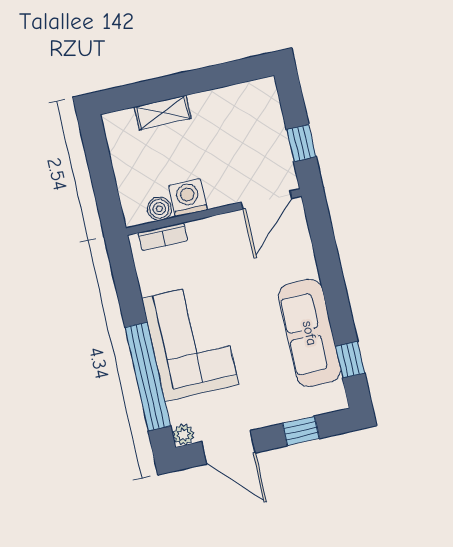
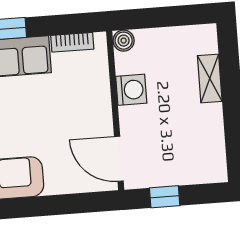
boiler: (159, 209) -> (124, 41), moved
bookcase: (163, 237) -> (72, 42), moved, turned -90

